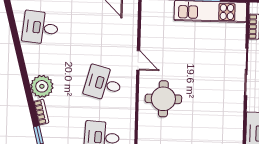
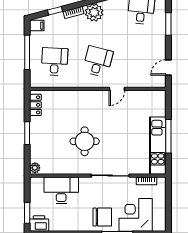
round table: (163, 99) -> (85, 141), moved

